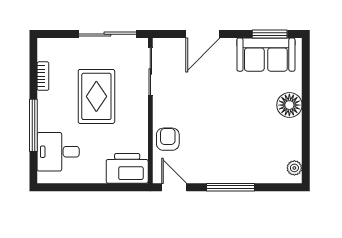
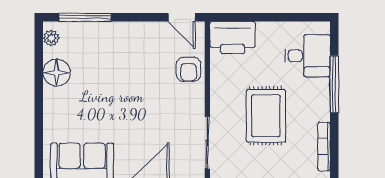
bookcase: (43, 76) -> (324, 147), width x1.56
floor lamp: (289, 105) -> (57, 73), moved
window: (230, 187) -> (85, 17), moved

